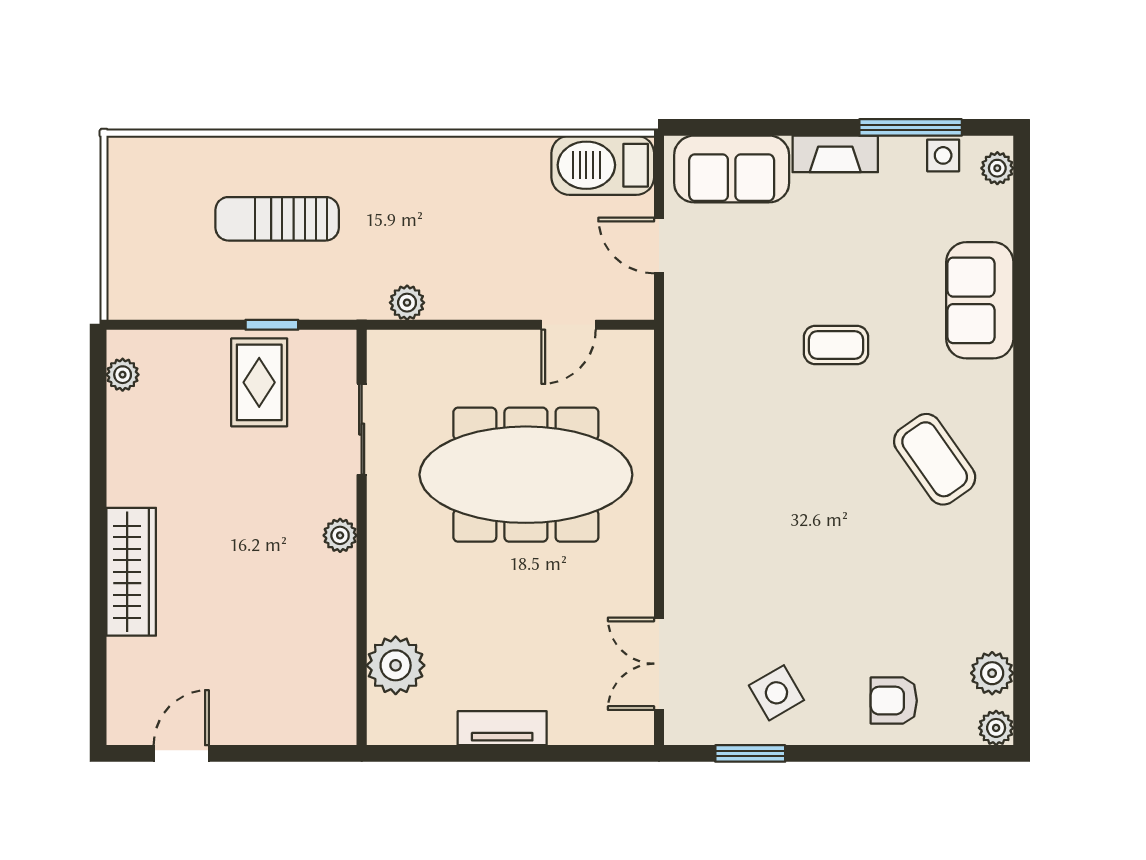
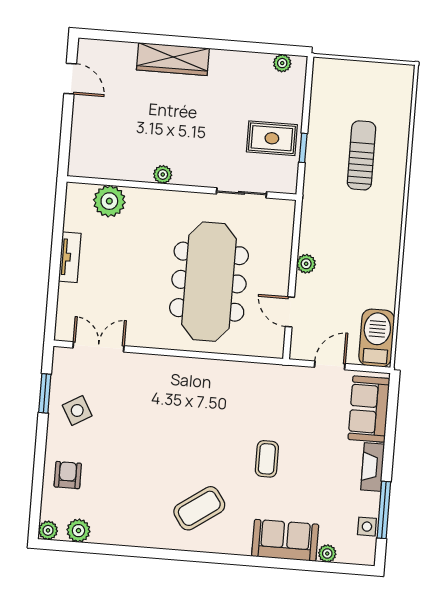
plant: (997, 168) -> (327, 553), moved
plant: (407, 303) -> (306, 264), moved
plant: (340, 535) -> (163, 174), moved

